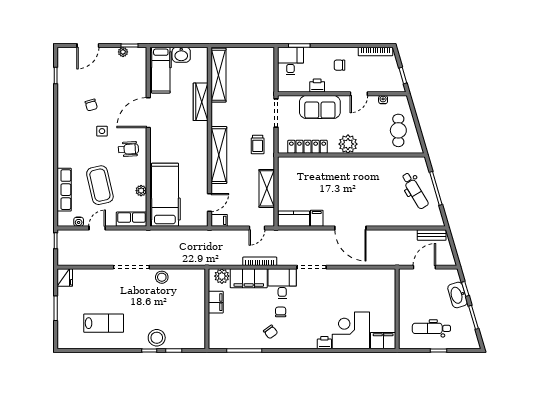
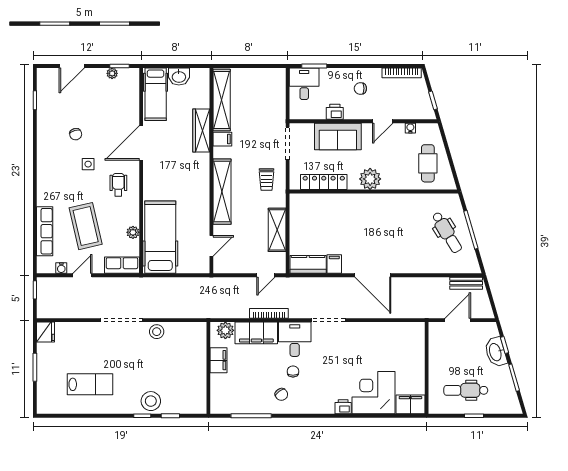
wheelchair: (128, 149) -> (118, 185), turned -86
filing cabinet: (219, 220) -> (222, 139), moved

